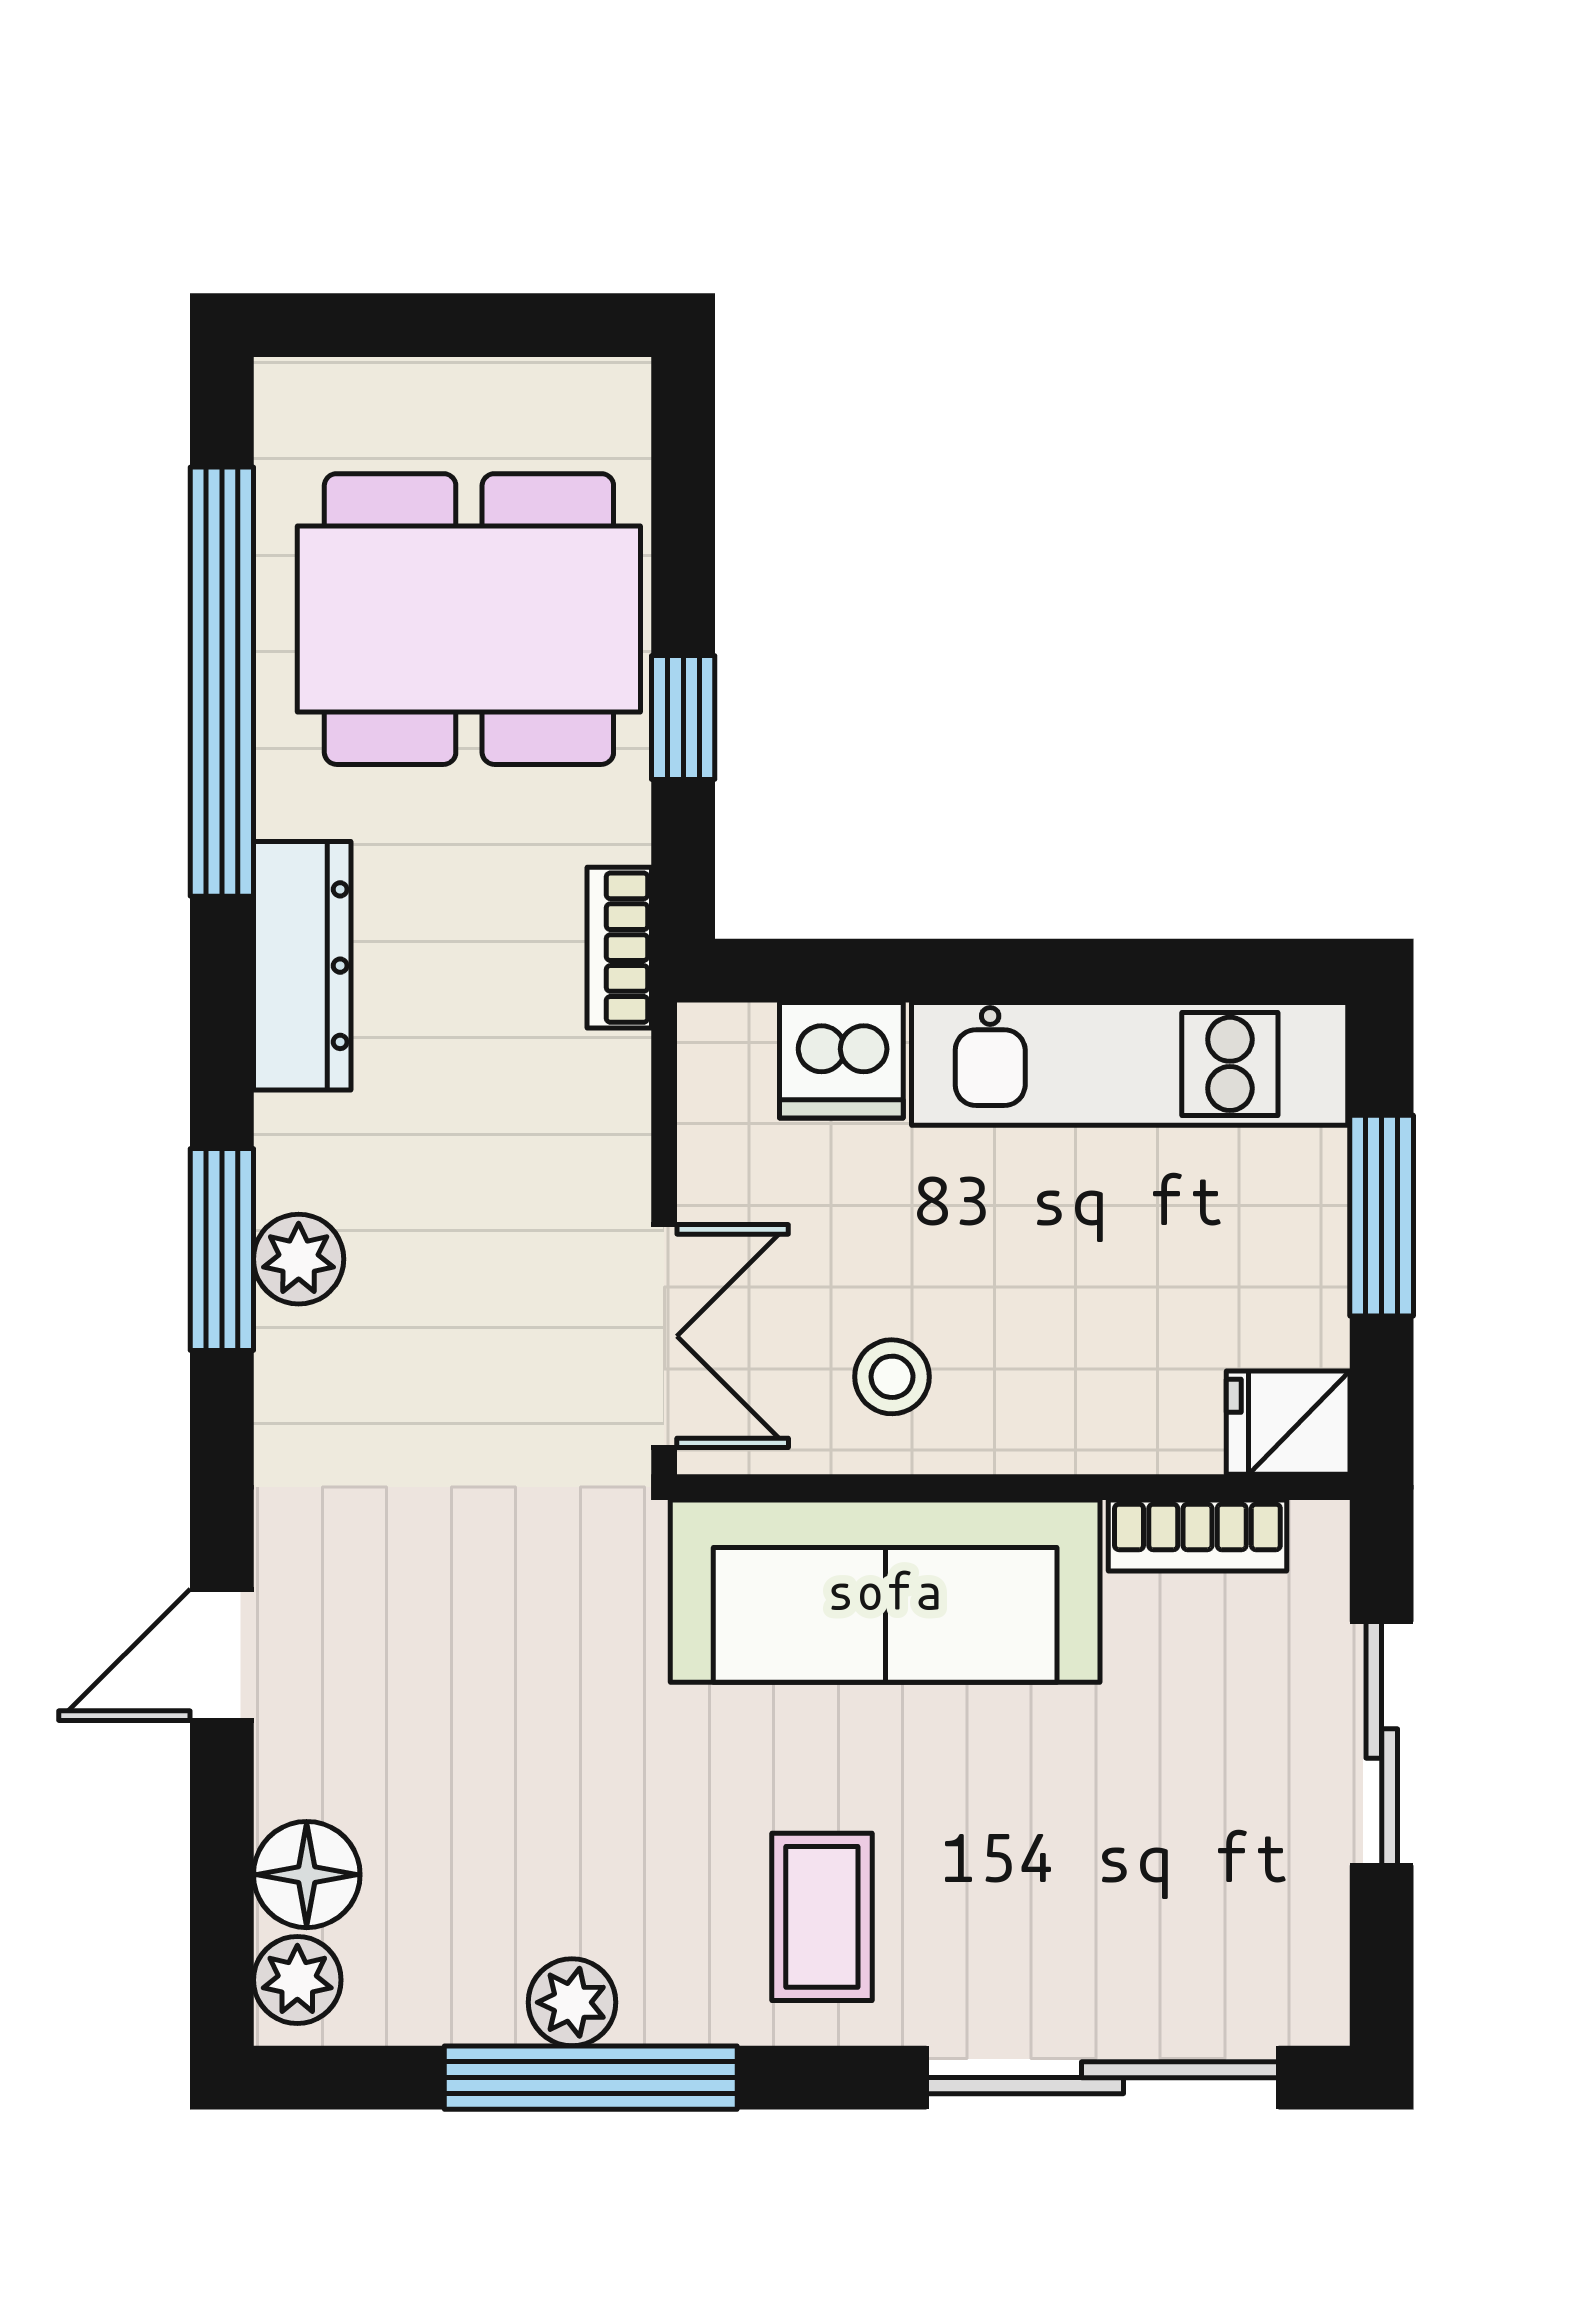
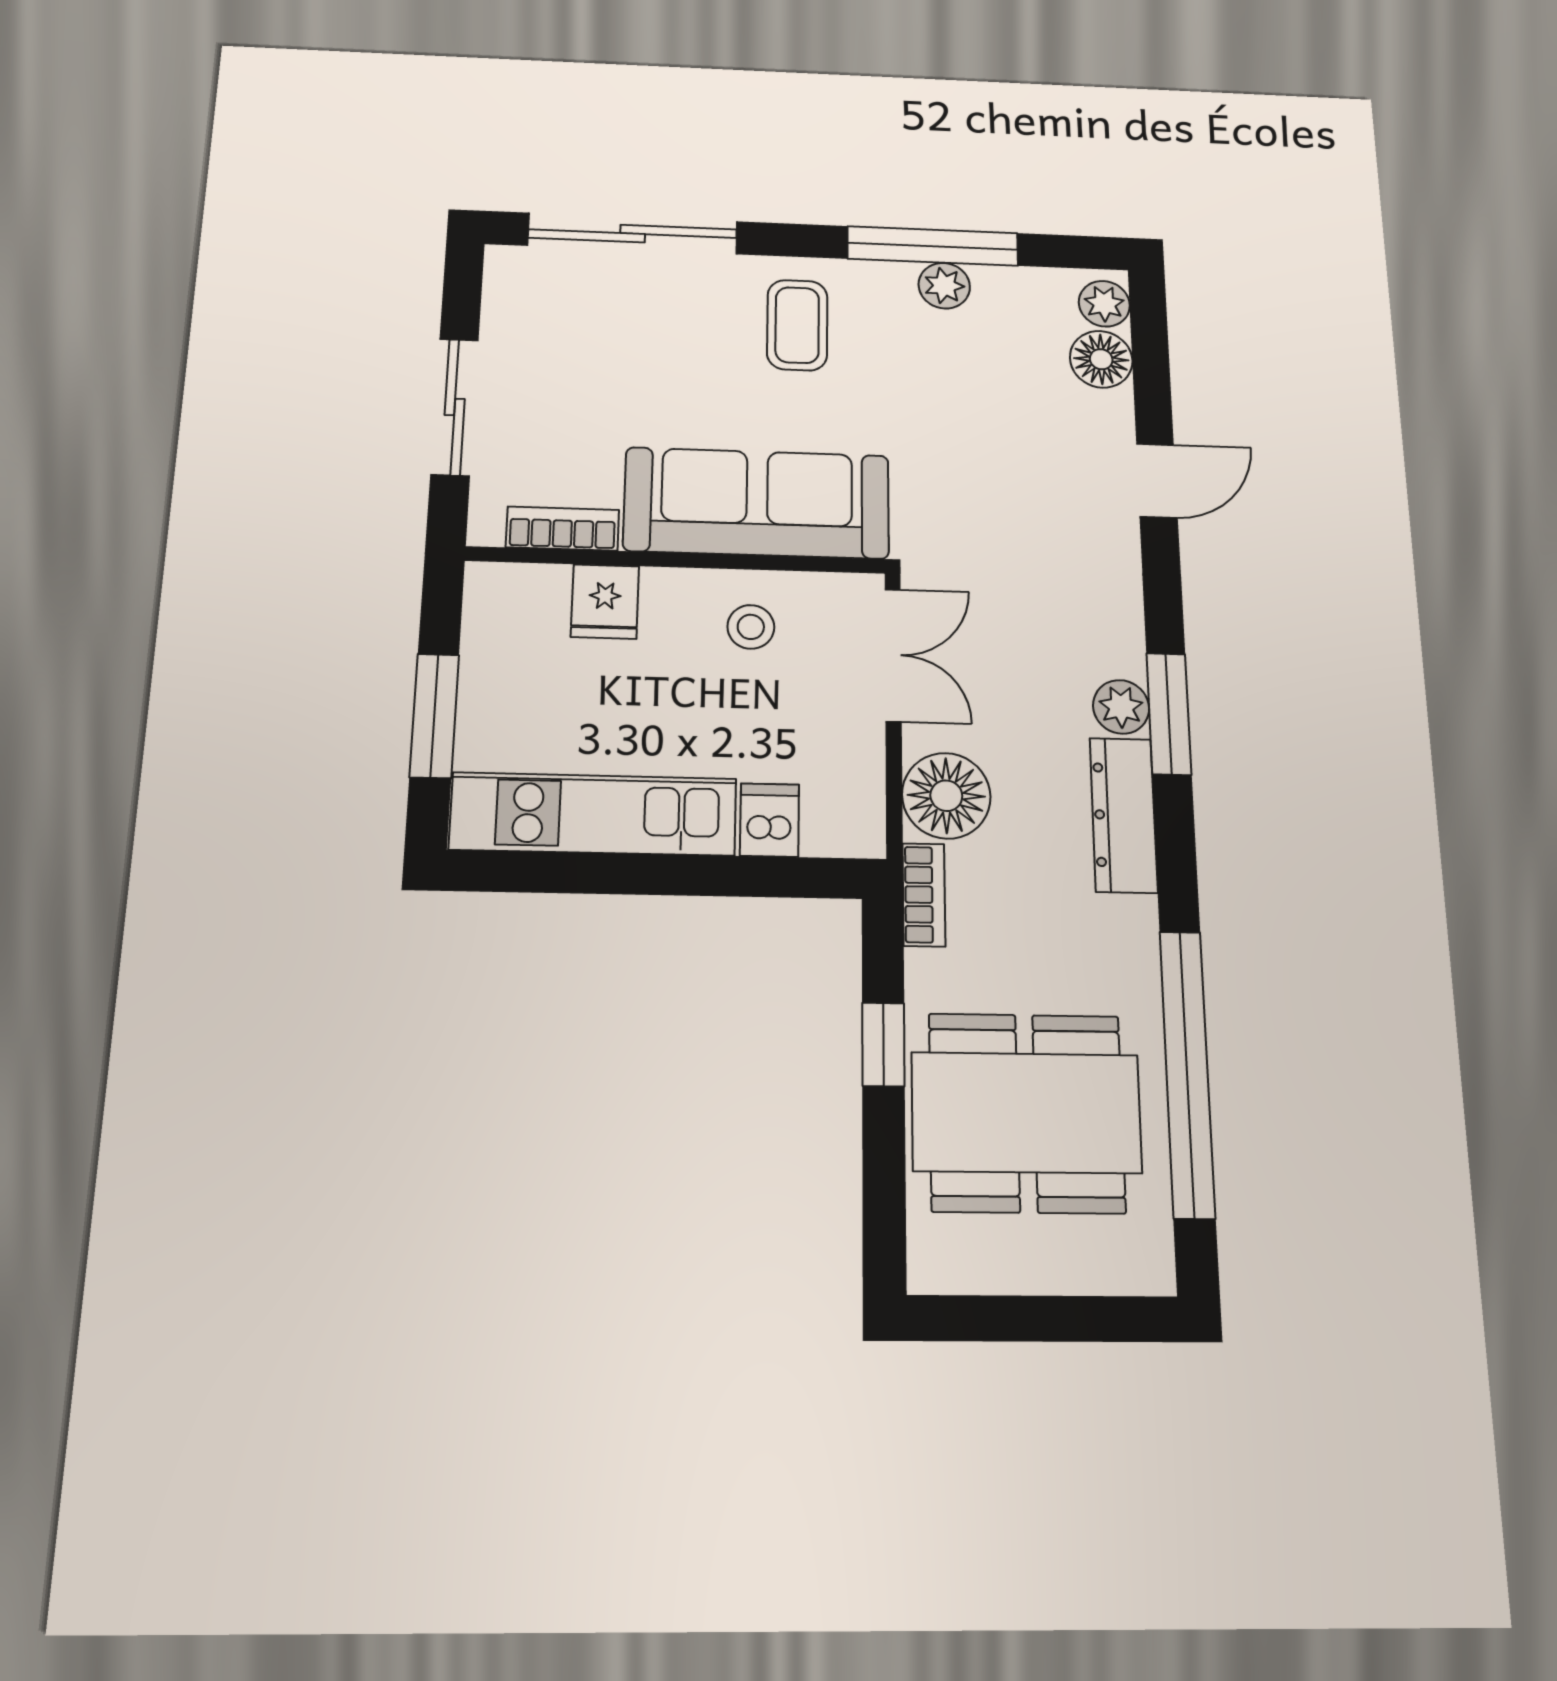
dresser: (302, 966) -> (1124, 815), moved
dishwasher: (841, 1060) -> (770, 820), width x0.73
floor lamp: (582, 1106) -> (946, 796), added
double door: (664, 1336) -> (893, 655), swing flipped
fridge: (1288, 1423) -> (605, 601), moved, turned 90

